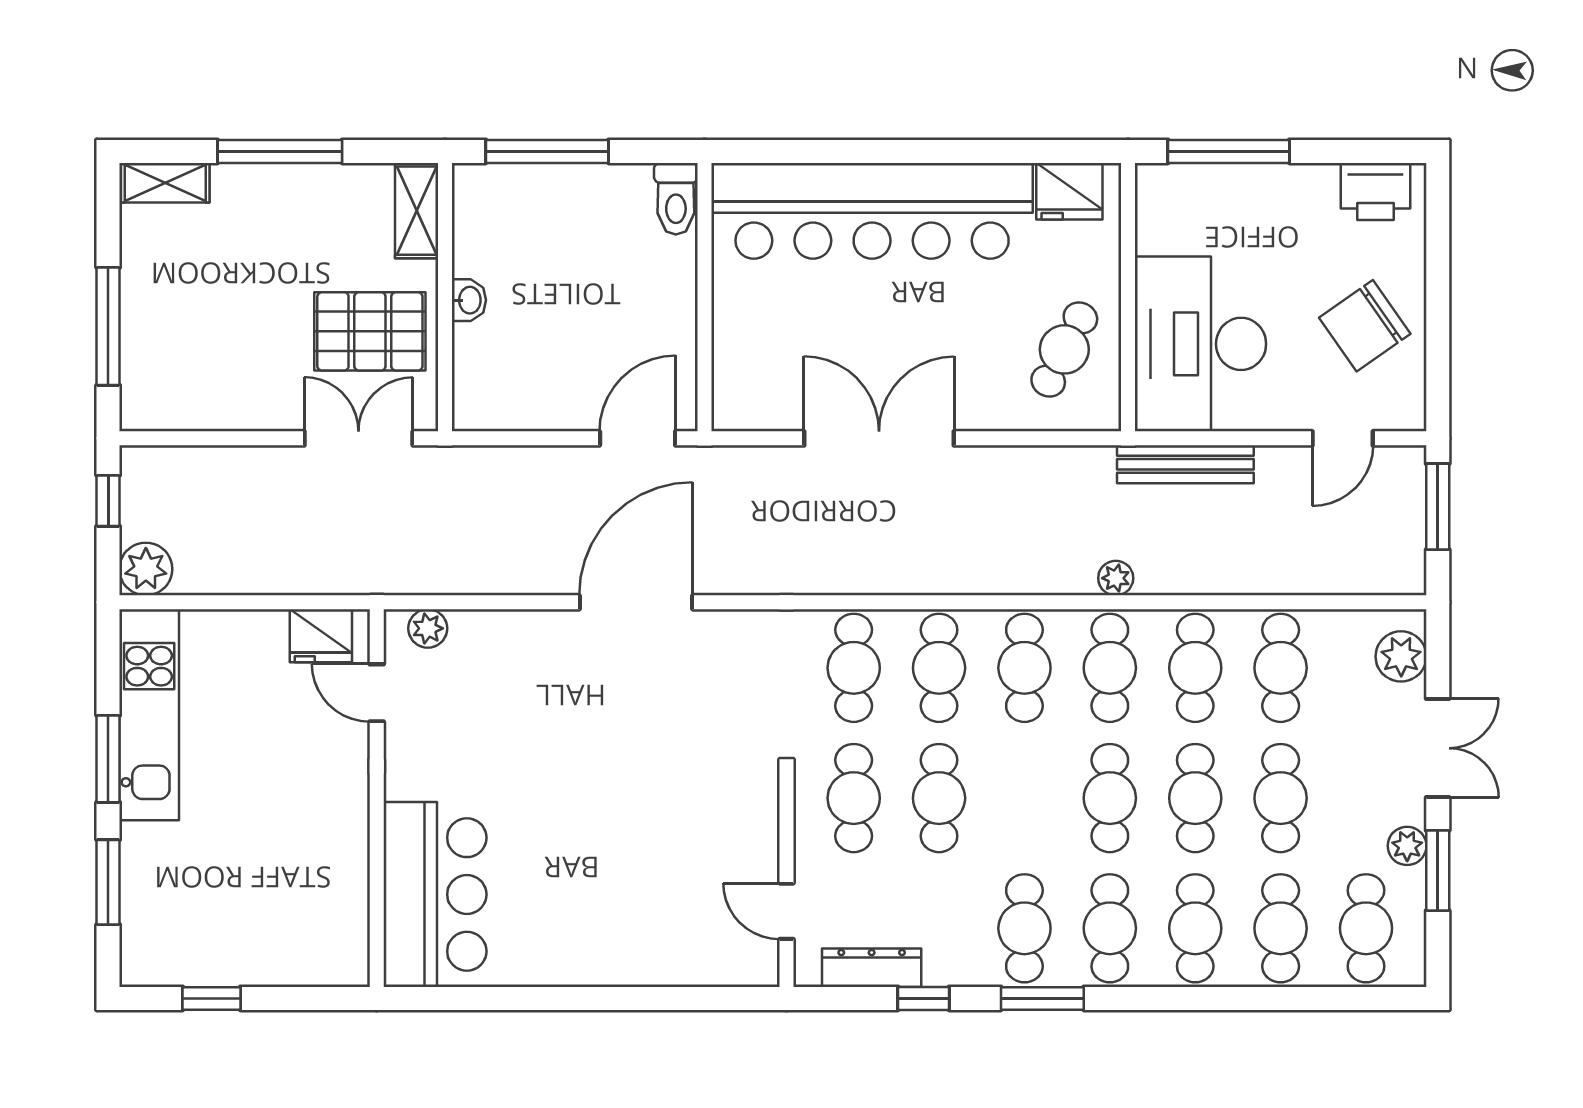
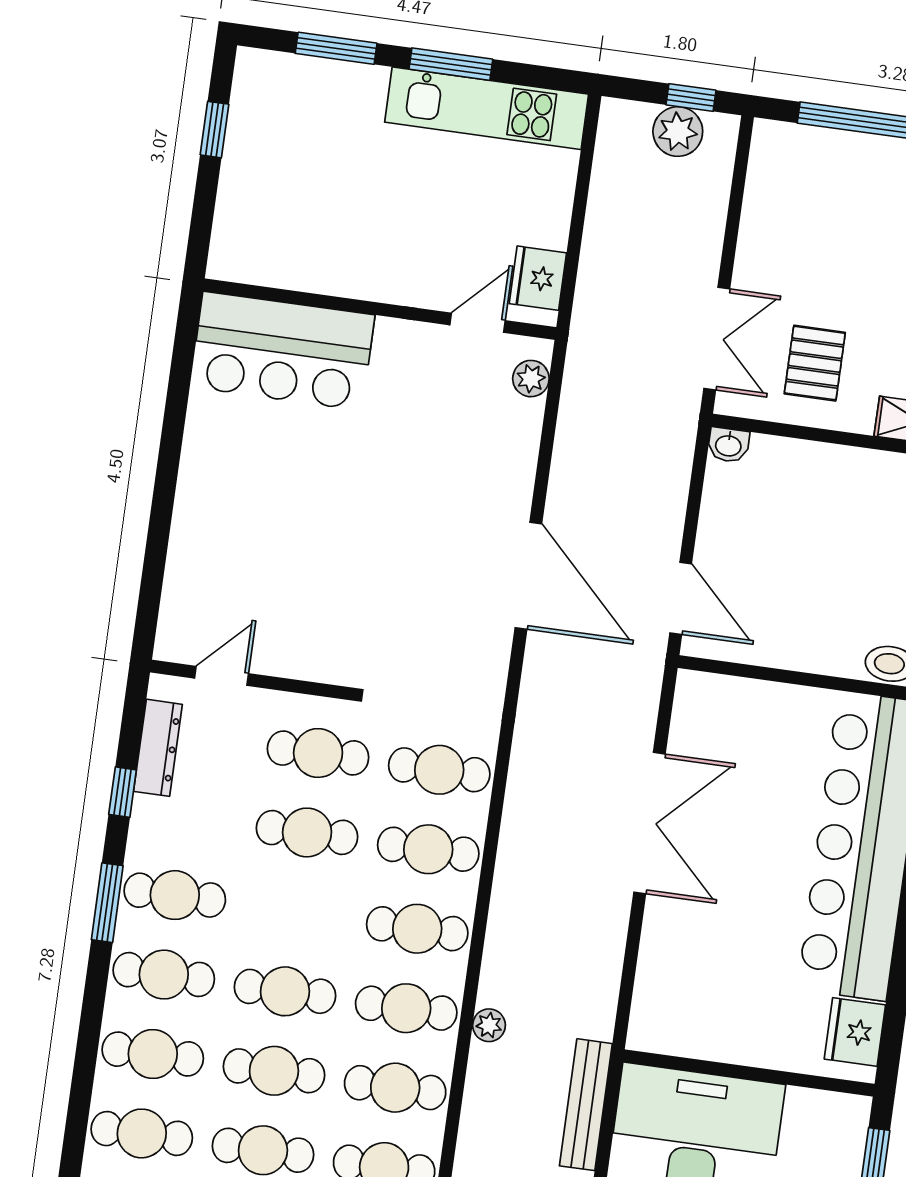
washbasin: (469, 300) -> (728, 445), moved
pallet: (370, 331) -> (815, 363), width x0.67, depth x0.71
cafe table: (1064, 349) -> (708, 1007), removed
plant: (146, 569) -> (678, 132), moved

